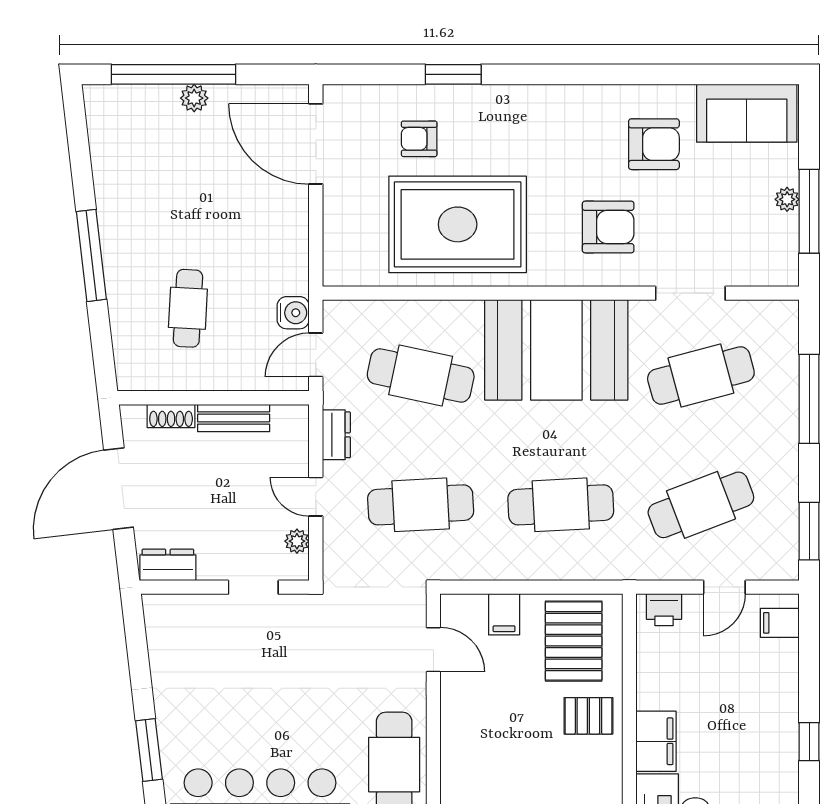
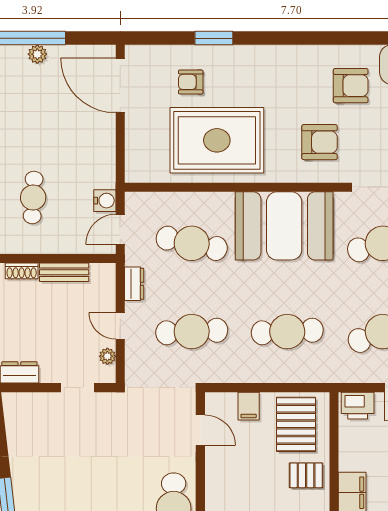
printer: (664, 610) -> (358, 406), width x1.36, depth x1.24

